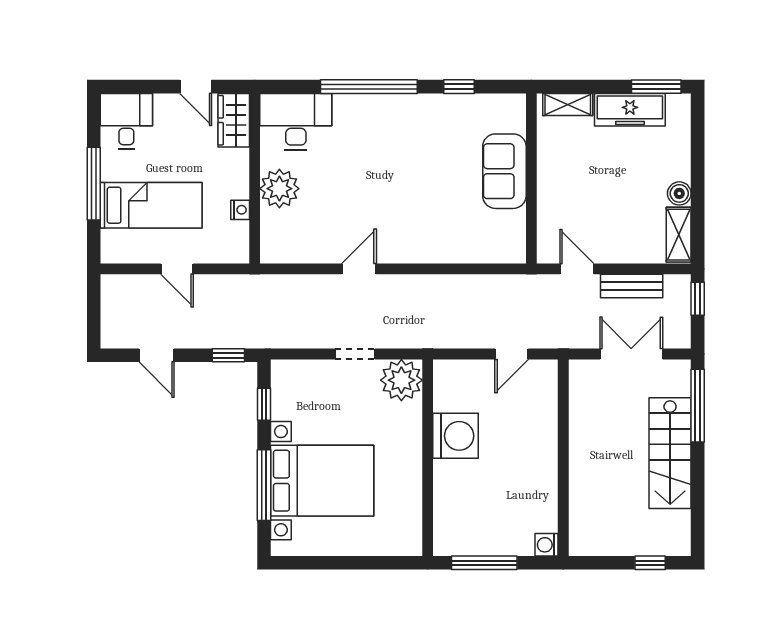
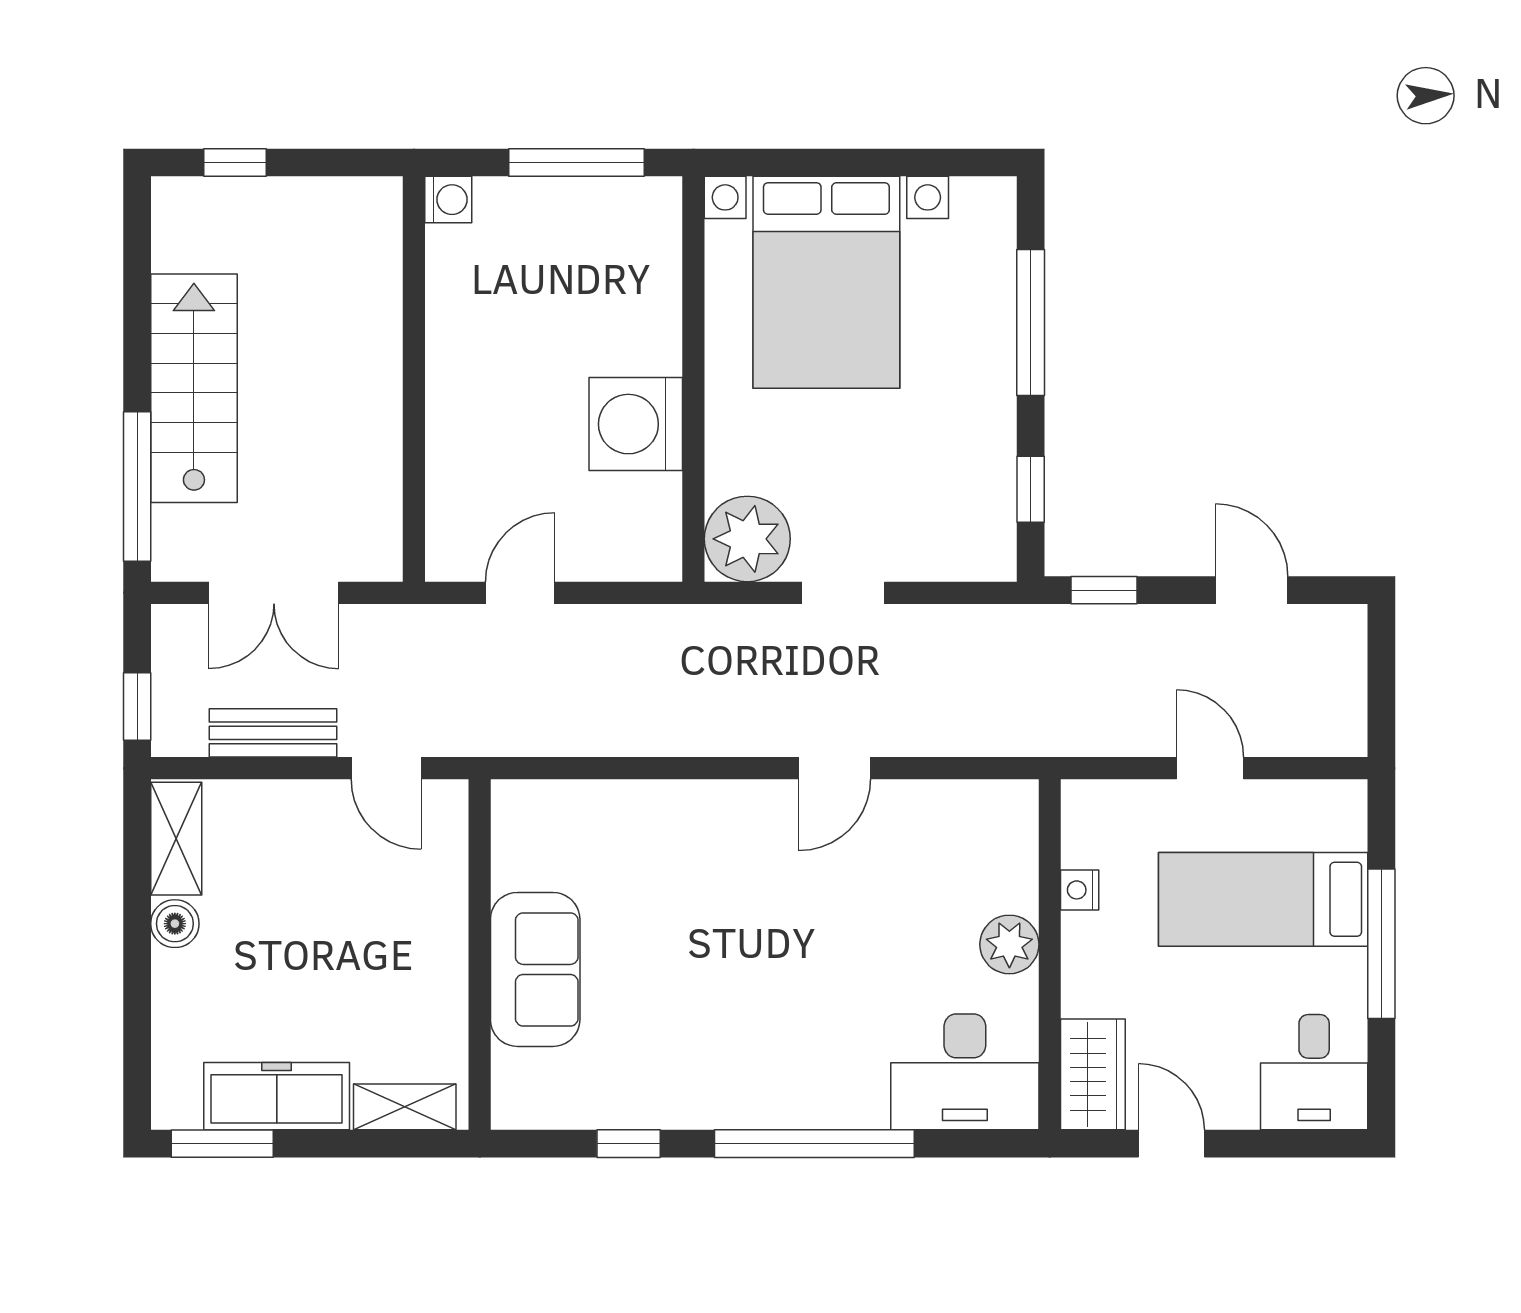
plant: (279, 189) -> (1009, 944), width x0.73, depth x0.73
bed with nightstands: (322, 481) -> (826, 282), moved, turned -90

